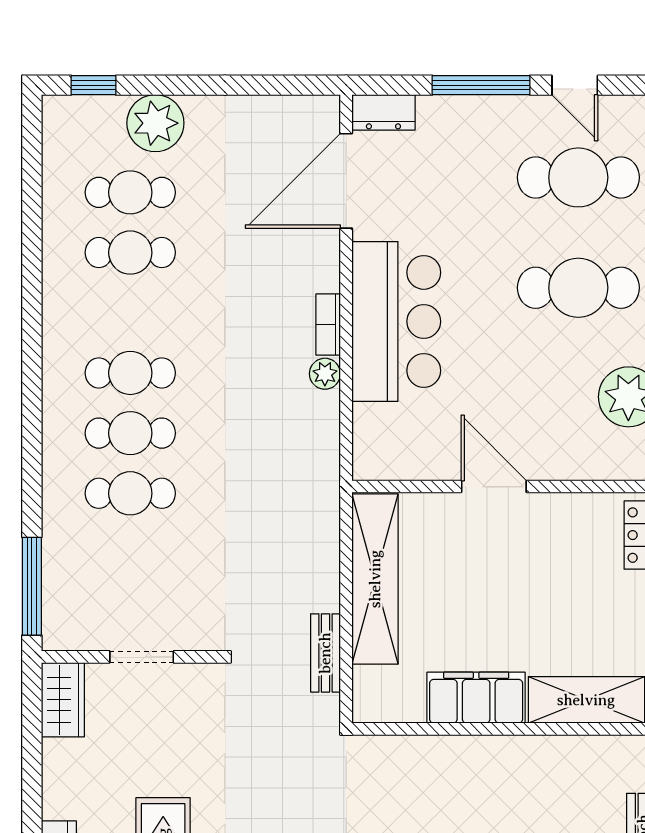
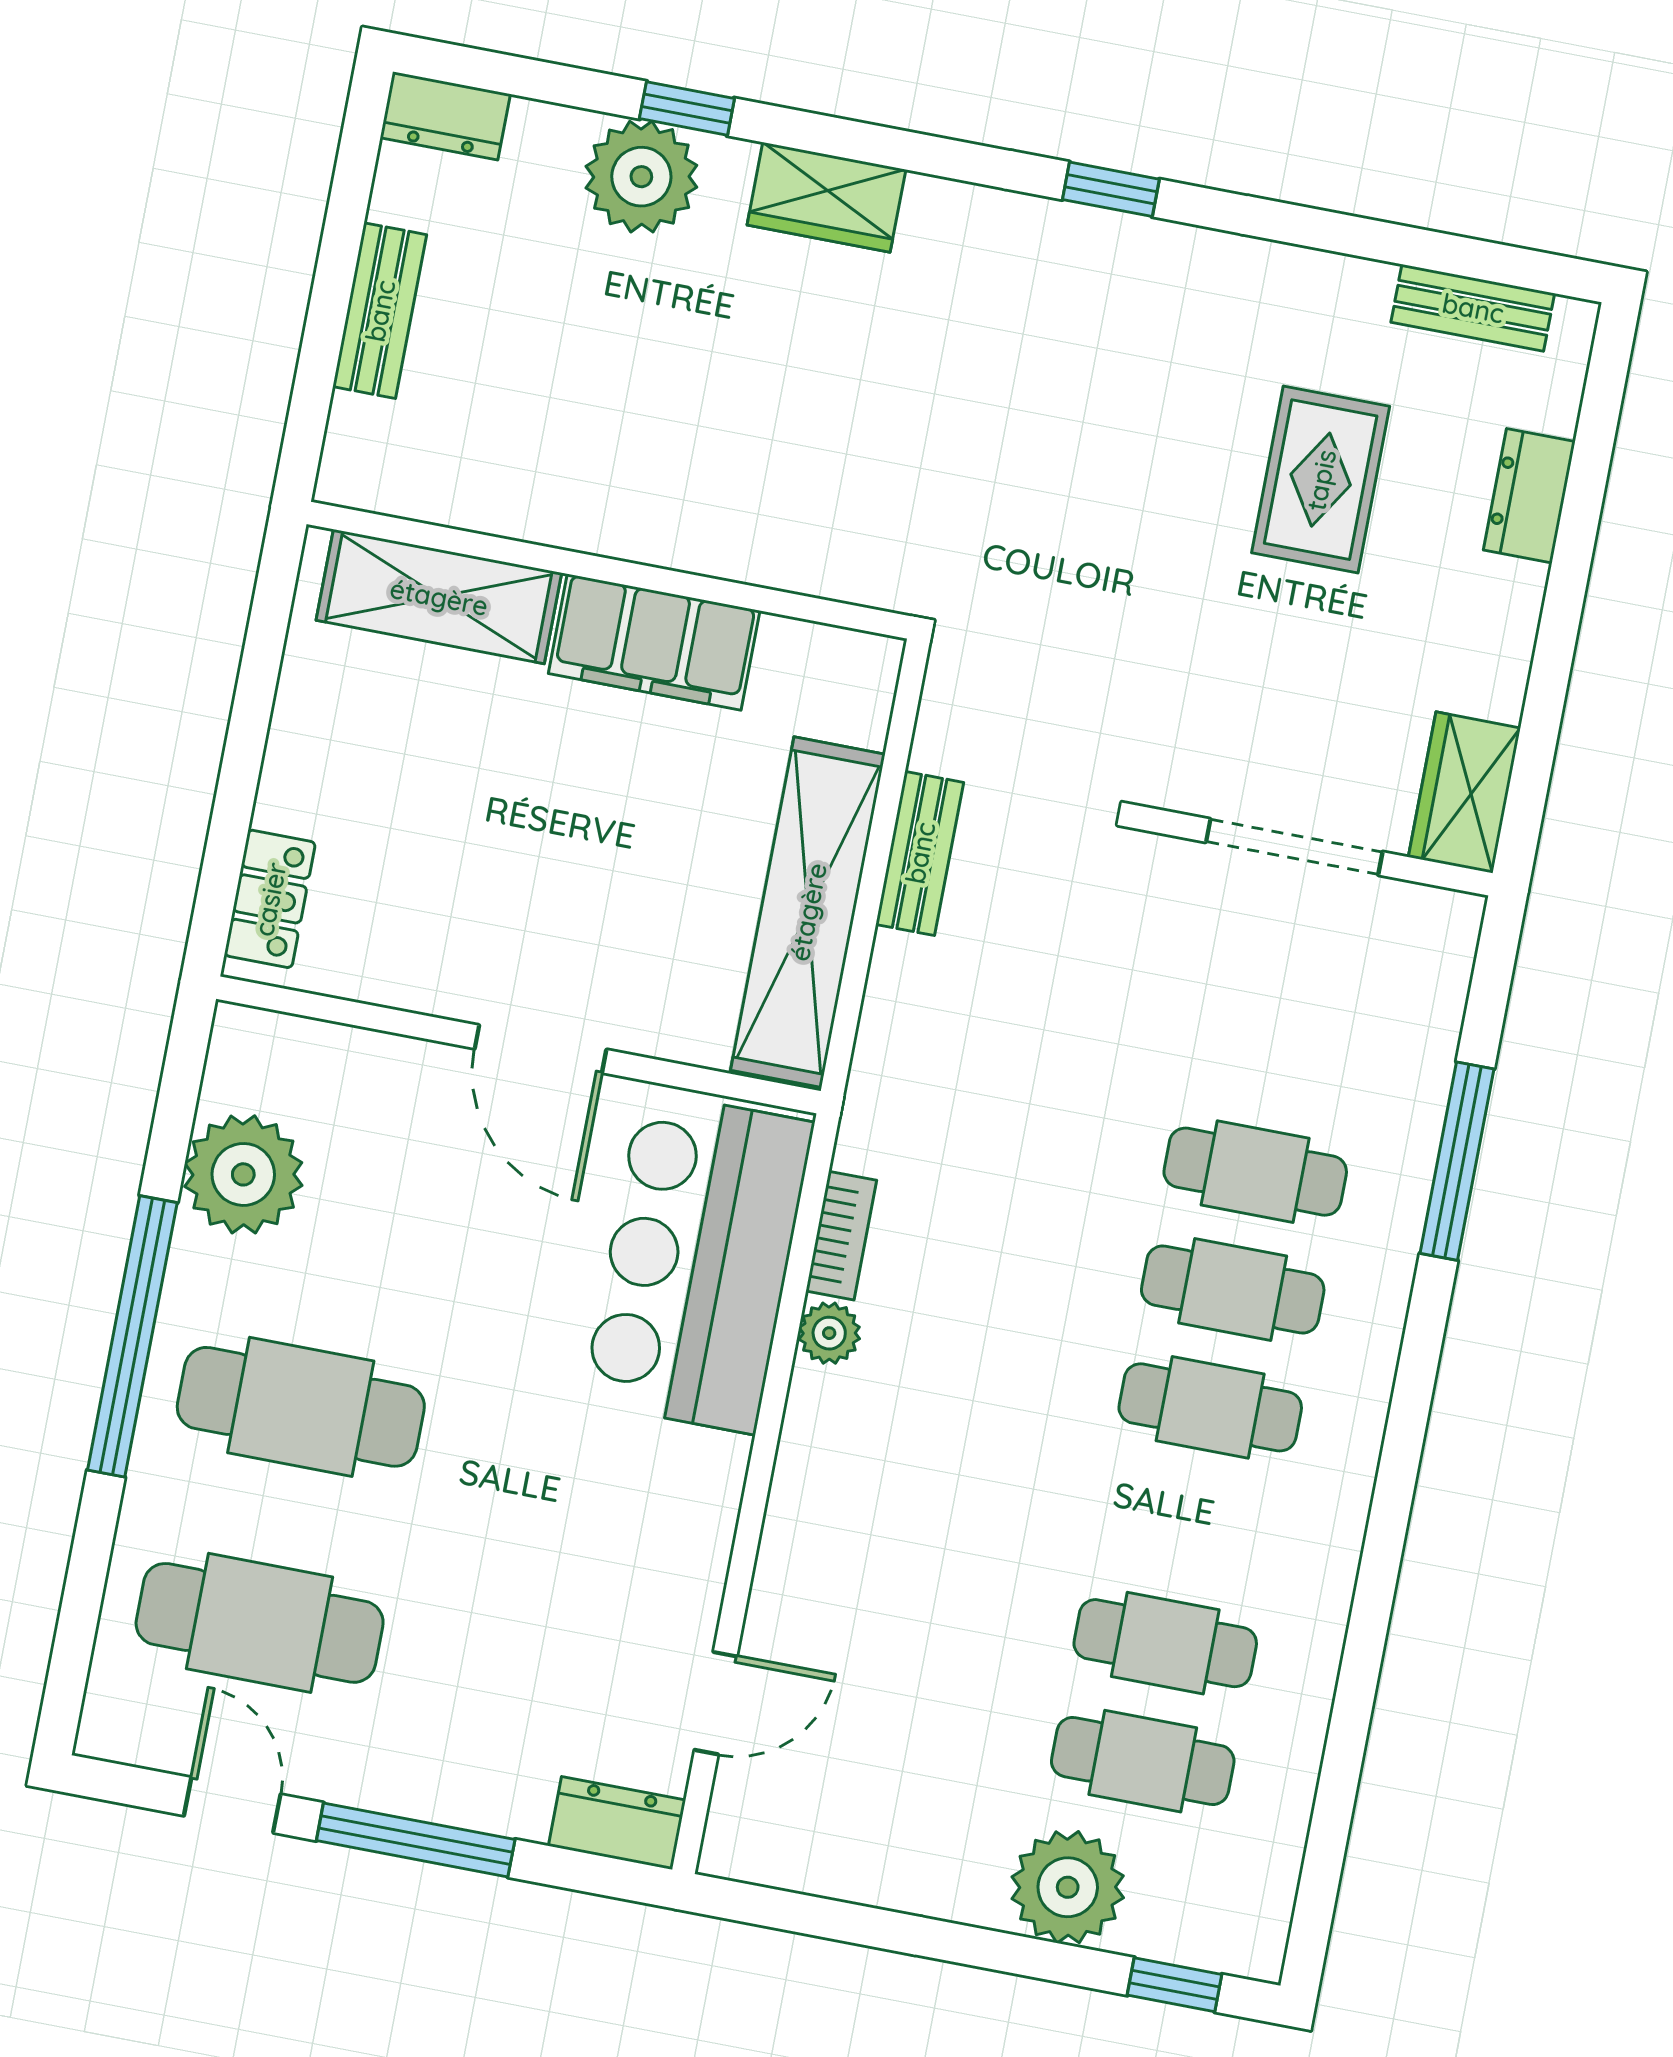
door: (346, 181) -> (716, 1703), width x0.53
bar counter: (396, 321) -> (698, 1262), moved
bookcase: (328, 325) -> (841, 1236), moved
window: (32, 586) -> (1457, 1161), moved
bench: (325, 653) -> (920, 853), moved
doorway: (142, 657) -> (1294, 847), width x1.38

